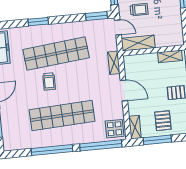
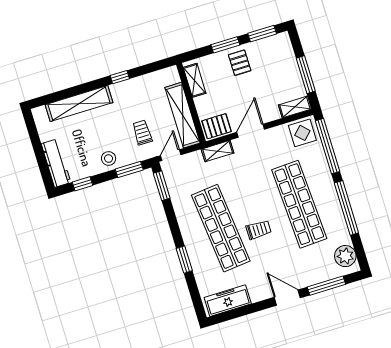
shelving: (138, 43) -> (183, 115), width x1.47
pallet: (163, 121) -> (217, 126), moved
plant: (16, 142) -> (345, 256), added

